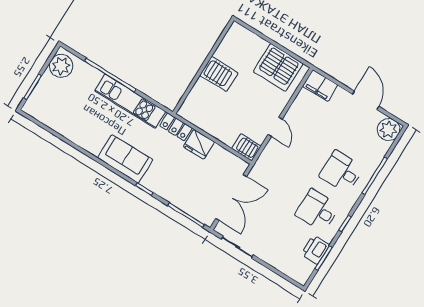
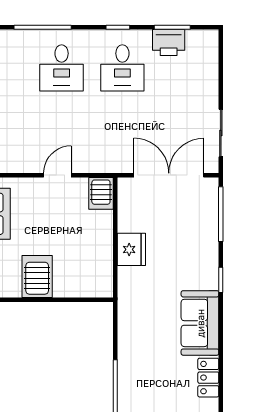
kitchen unit: (130, 101) -> (131, 358), removed
locker: (176, 127) -> (208, 378), moved, turned 180

